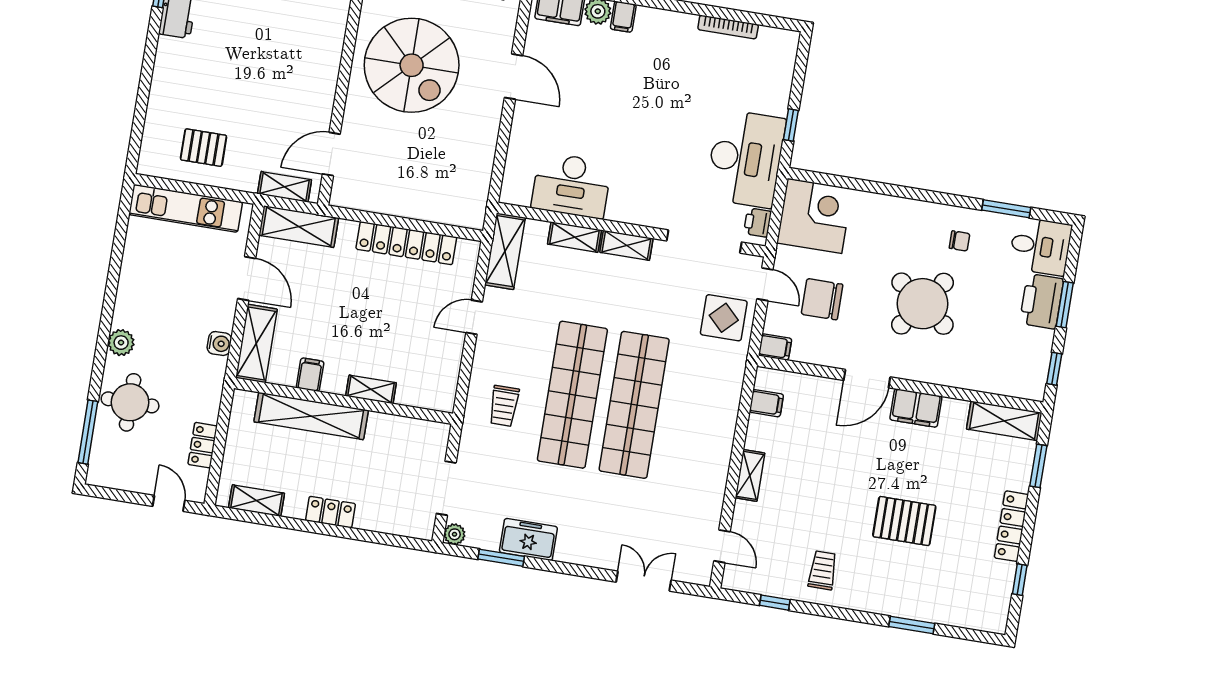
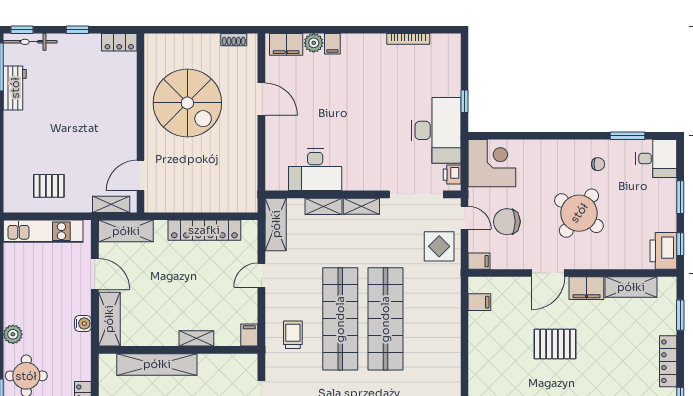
printer: (1042, 301) -> (663, 251), moved
filing cabinet: (310, 375) -> (249, 335), moved
trolley: (504, 406) -> (293, 335), turned 180
shelving: (1004, 421) -> (631, 287), moved
shelving: (750, 475) -> (476, 356), removed
pallet: (904, 521) -> (555, 344), moved

